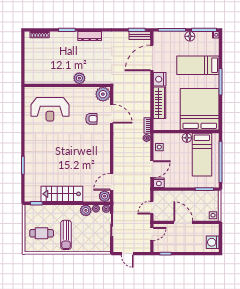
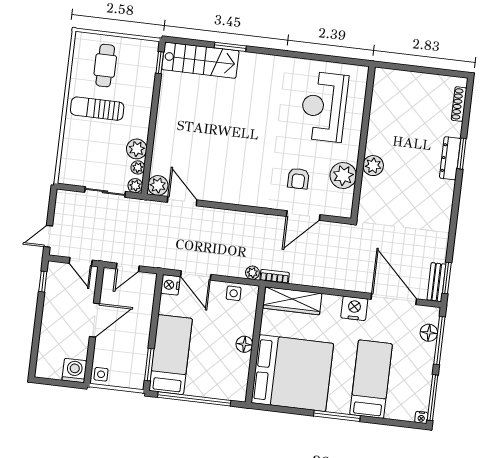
dresser: (90, 36) -> (450, 158), moved
floor lamp: (190, 36) -> (429, 333), moved
plant: (103, 94) -> (343, 175), moved
wardrobe: (160, 103) -> (292, 301), moved
bed: (202, 155) -> (171, 355), moved, turned 90
stairs: (62, 194) -> (200, 60), moved, turned 90
door: (152, 208) -> (128, 267), swing flipped
washing machine: (213, 242) -> (74, 371), moved
door: (127, 254) -> (48, 236), moved

